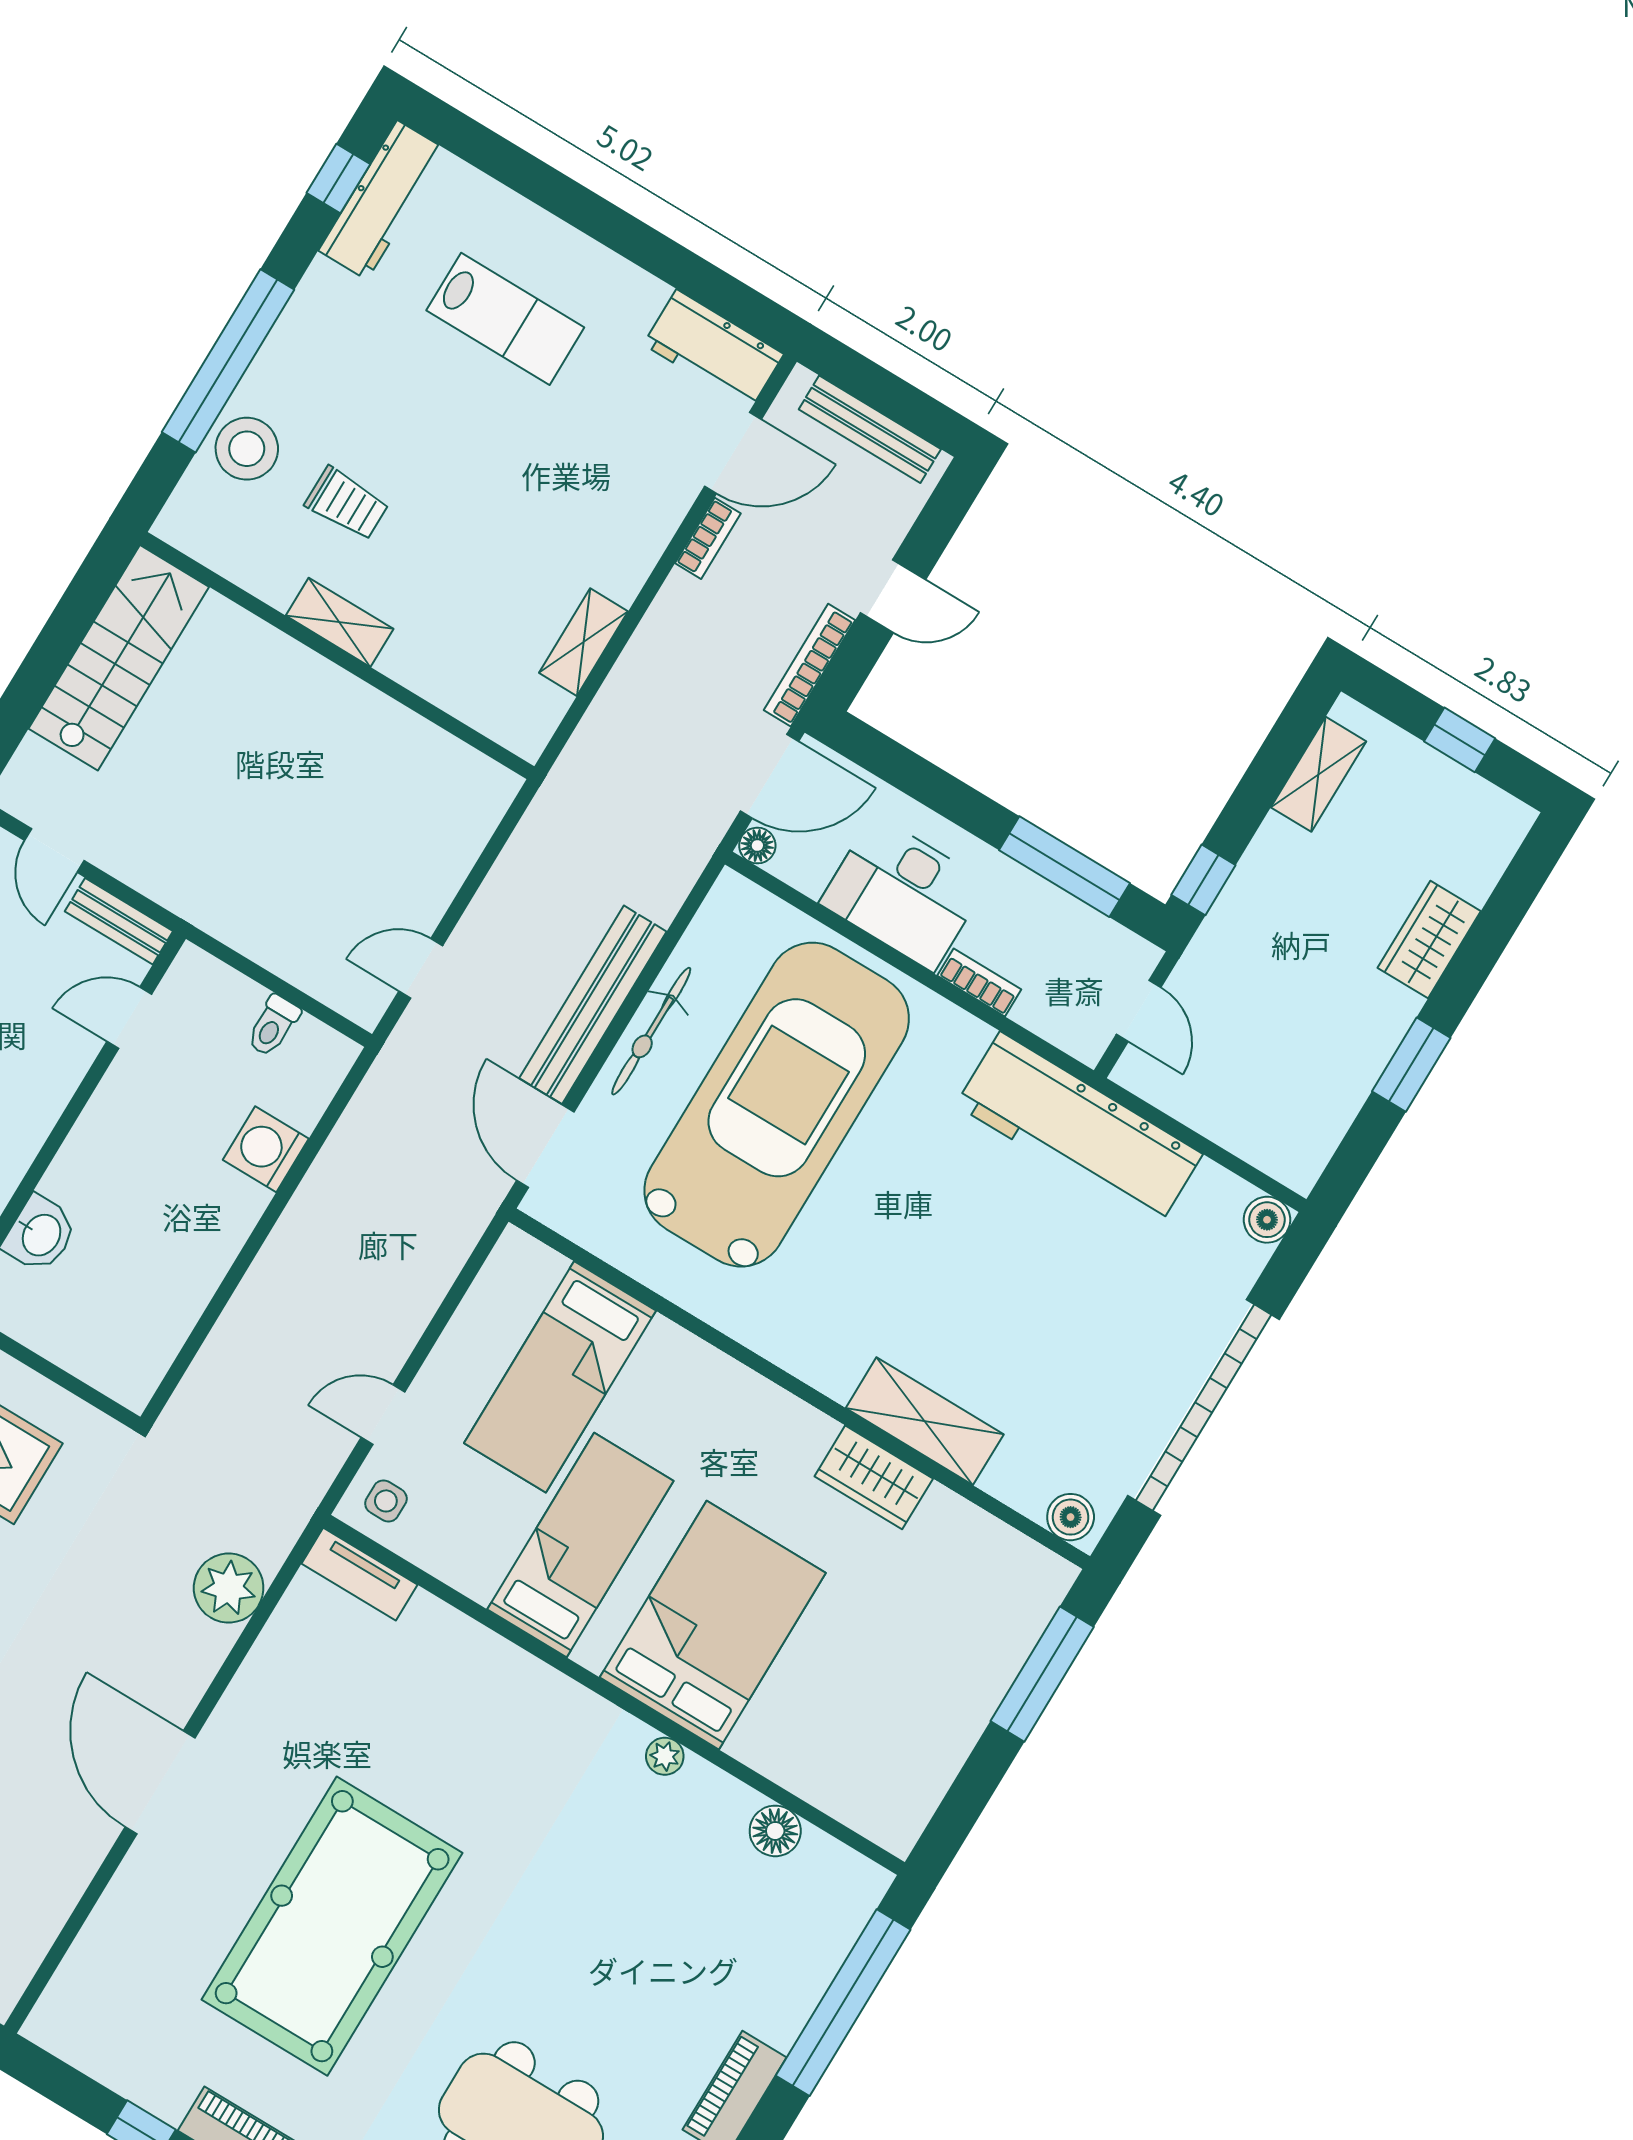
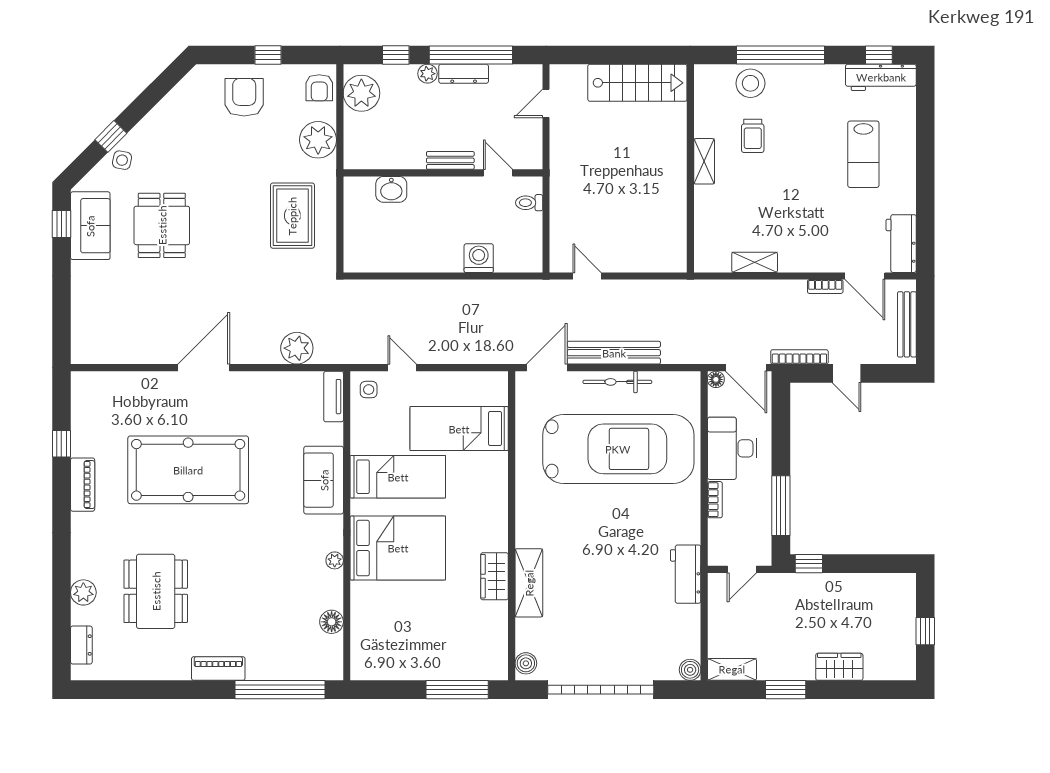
shelving: (1319, 774) -> (732, 669), moved
bench: (119, 921) -> (450, 160), moved, turned 90
toilet: (273, 1026) -> (529, 203), moved
workbench: (1079, 1129) -> (686, 574), width x0.53, depth x0.76
sofa: (503, 1686) -> (324, 480), added

